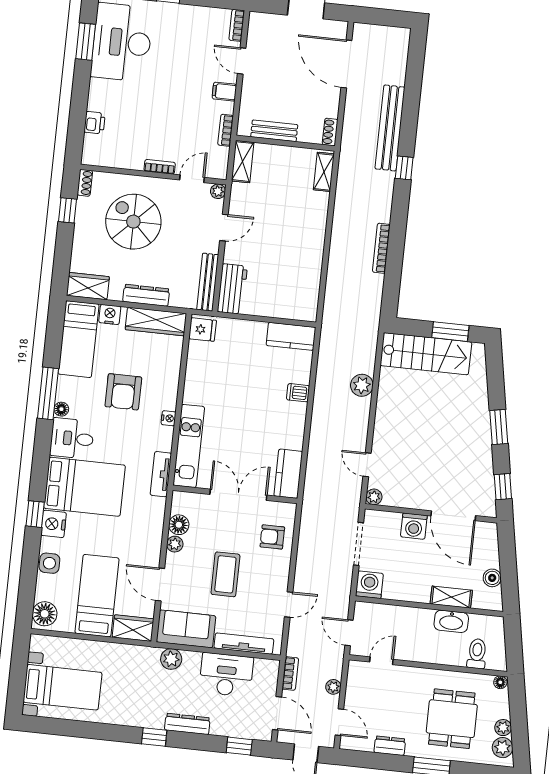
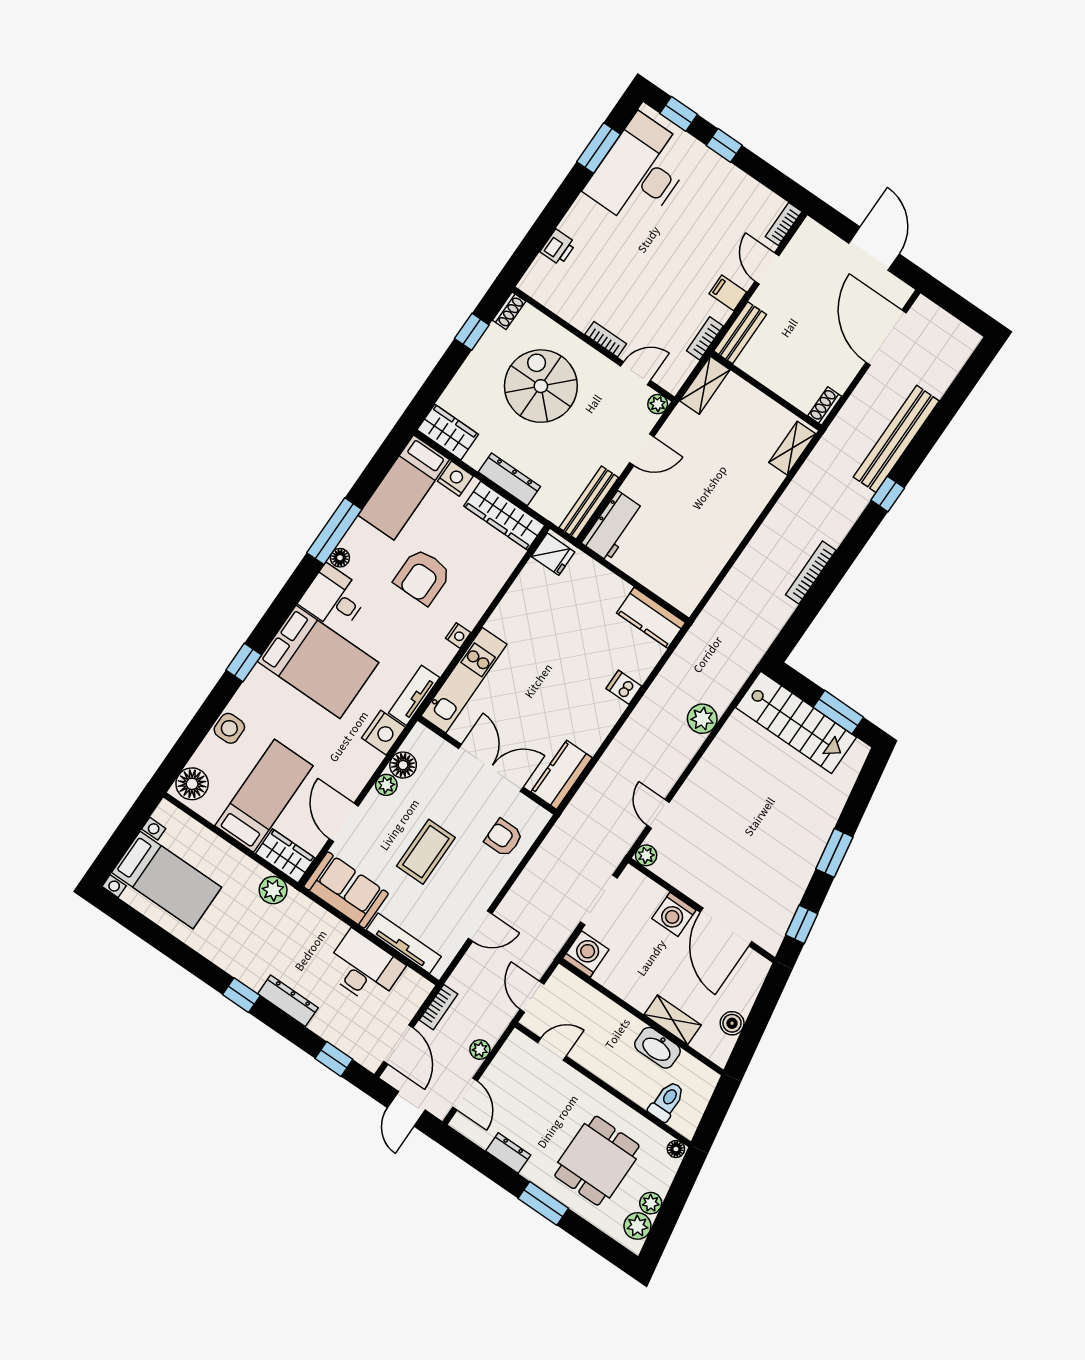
bench: (274, 131) -> (740, 333), moved, turned 90
nightstand: (54, 524) -> (383, 733), moved, turned 180
plant: (171, 659) -> (273, 890), moved

